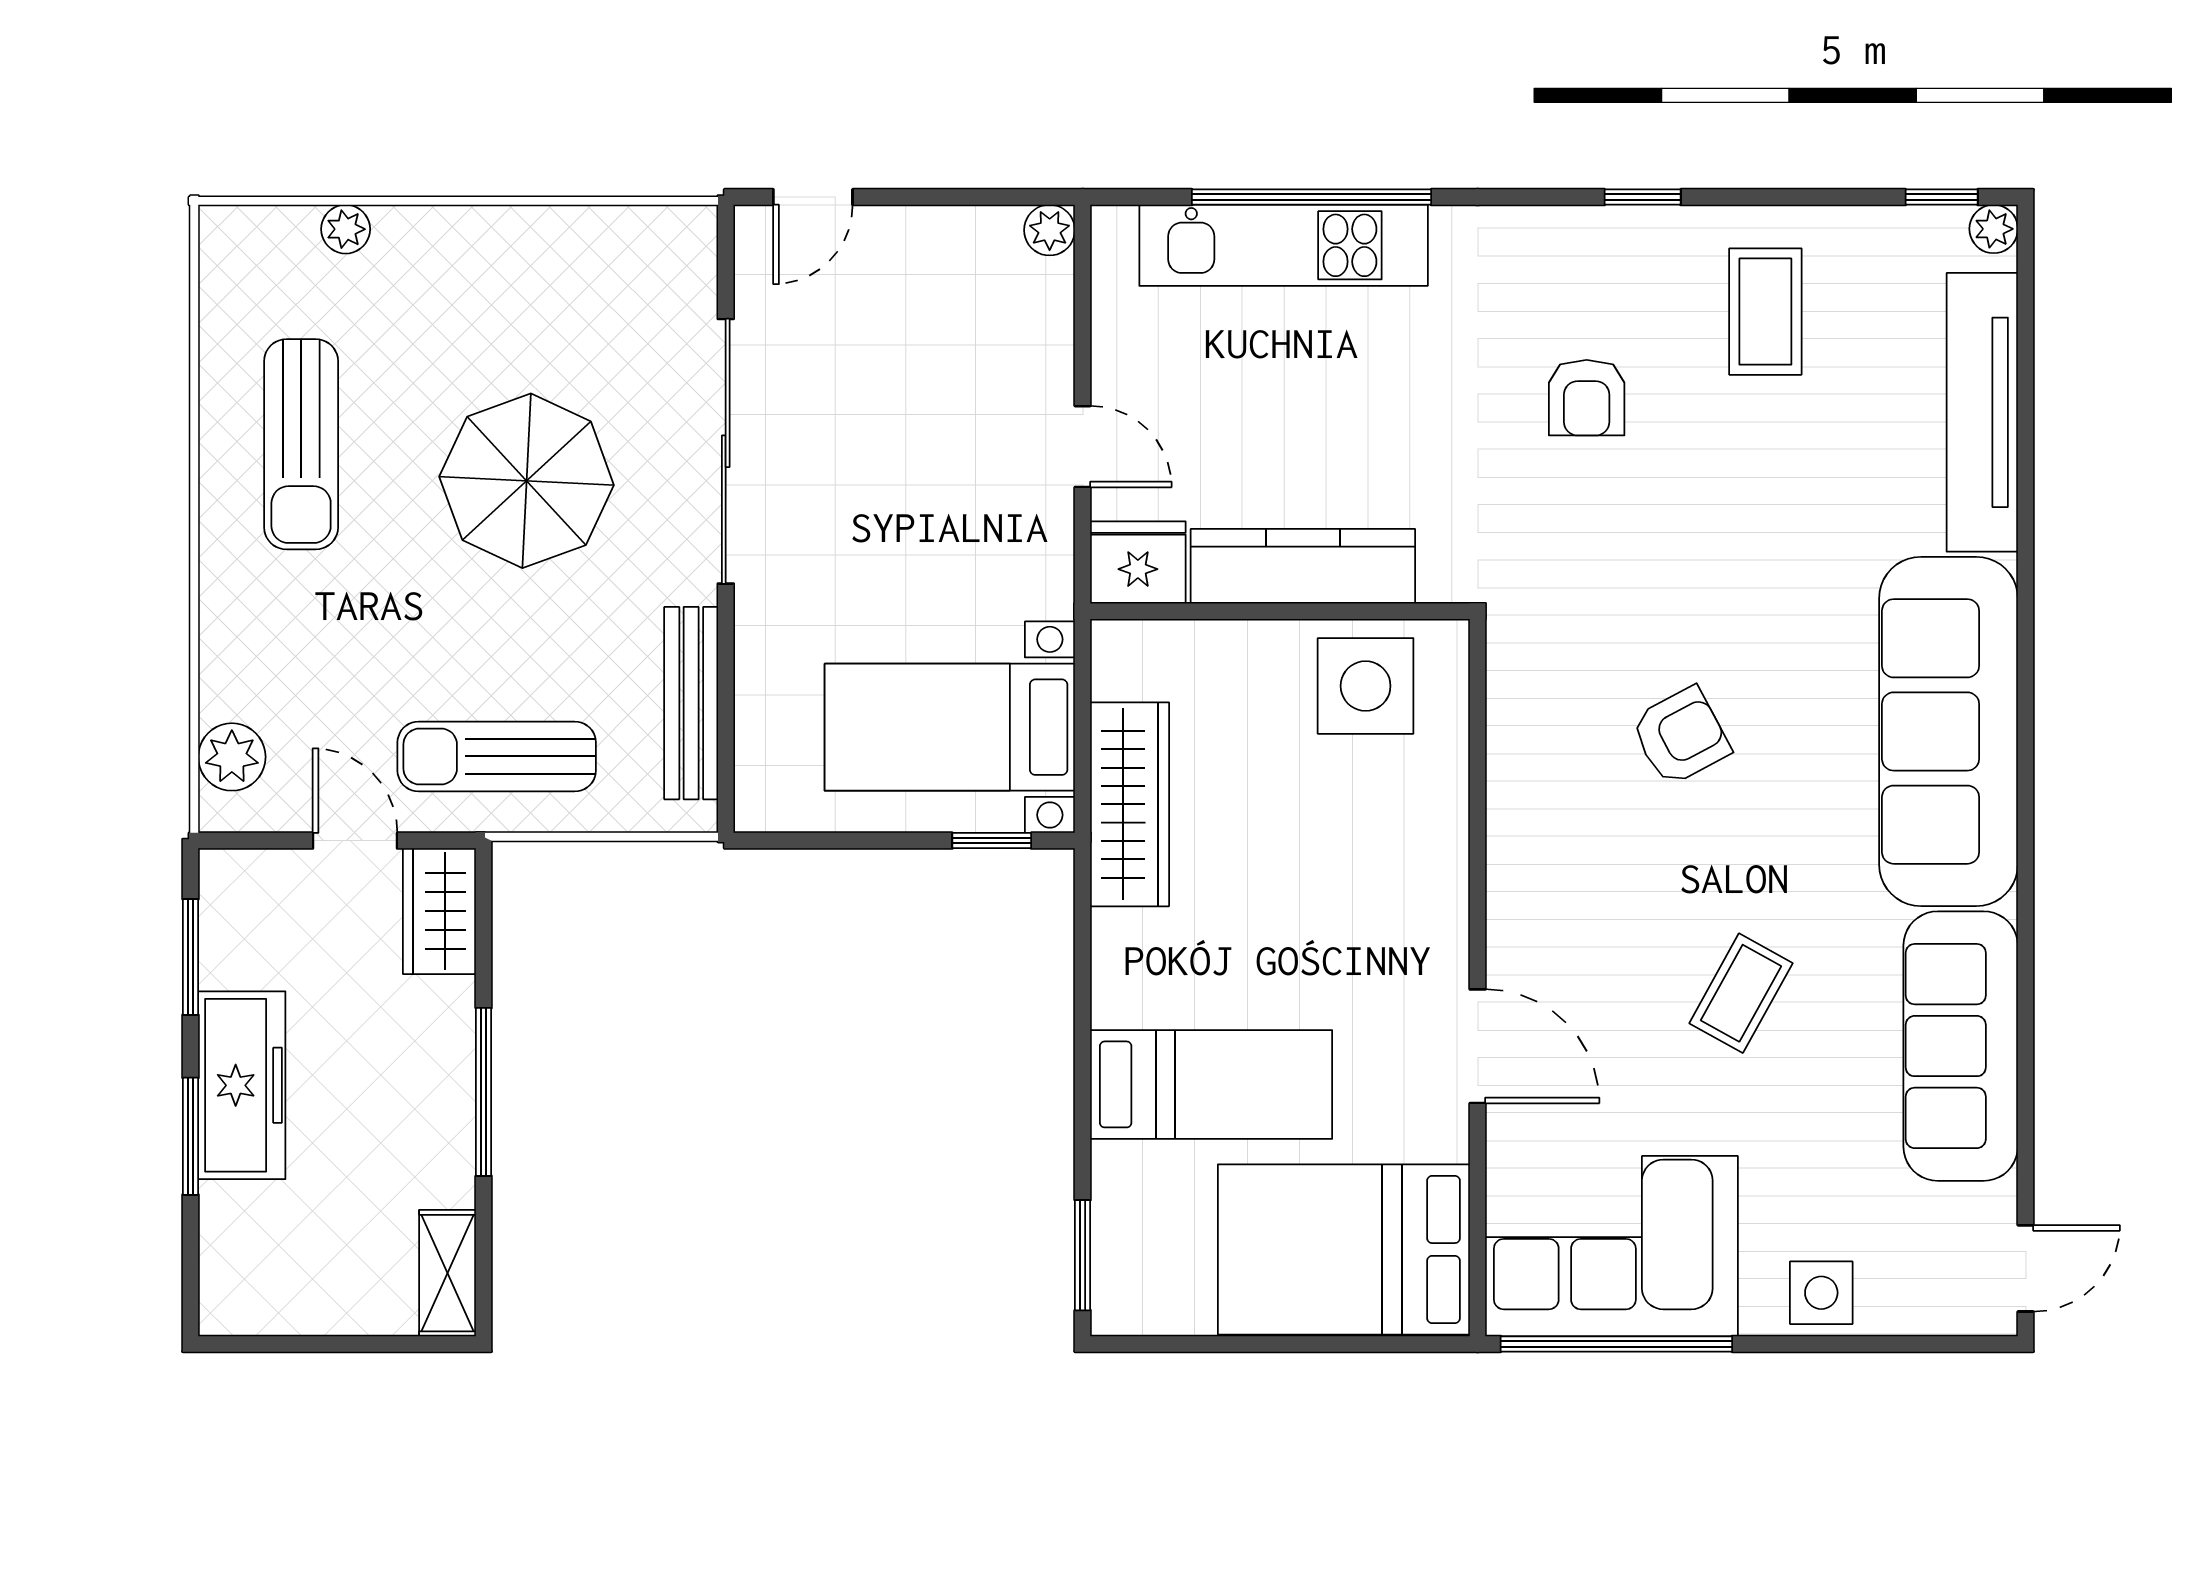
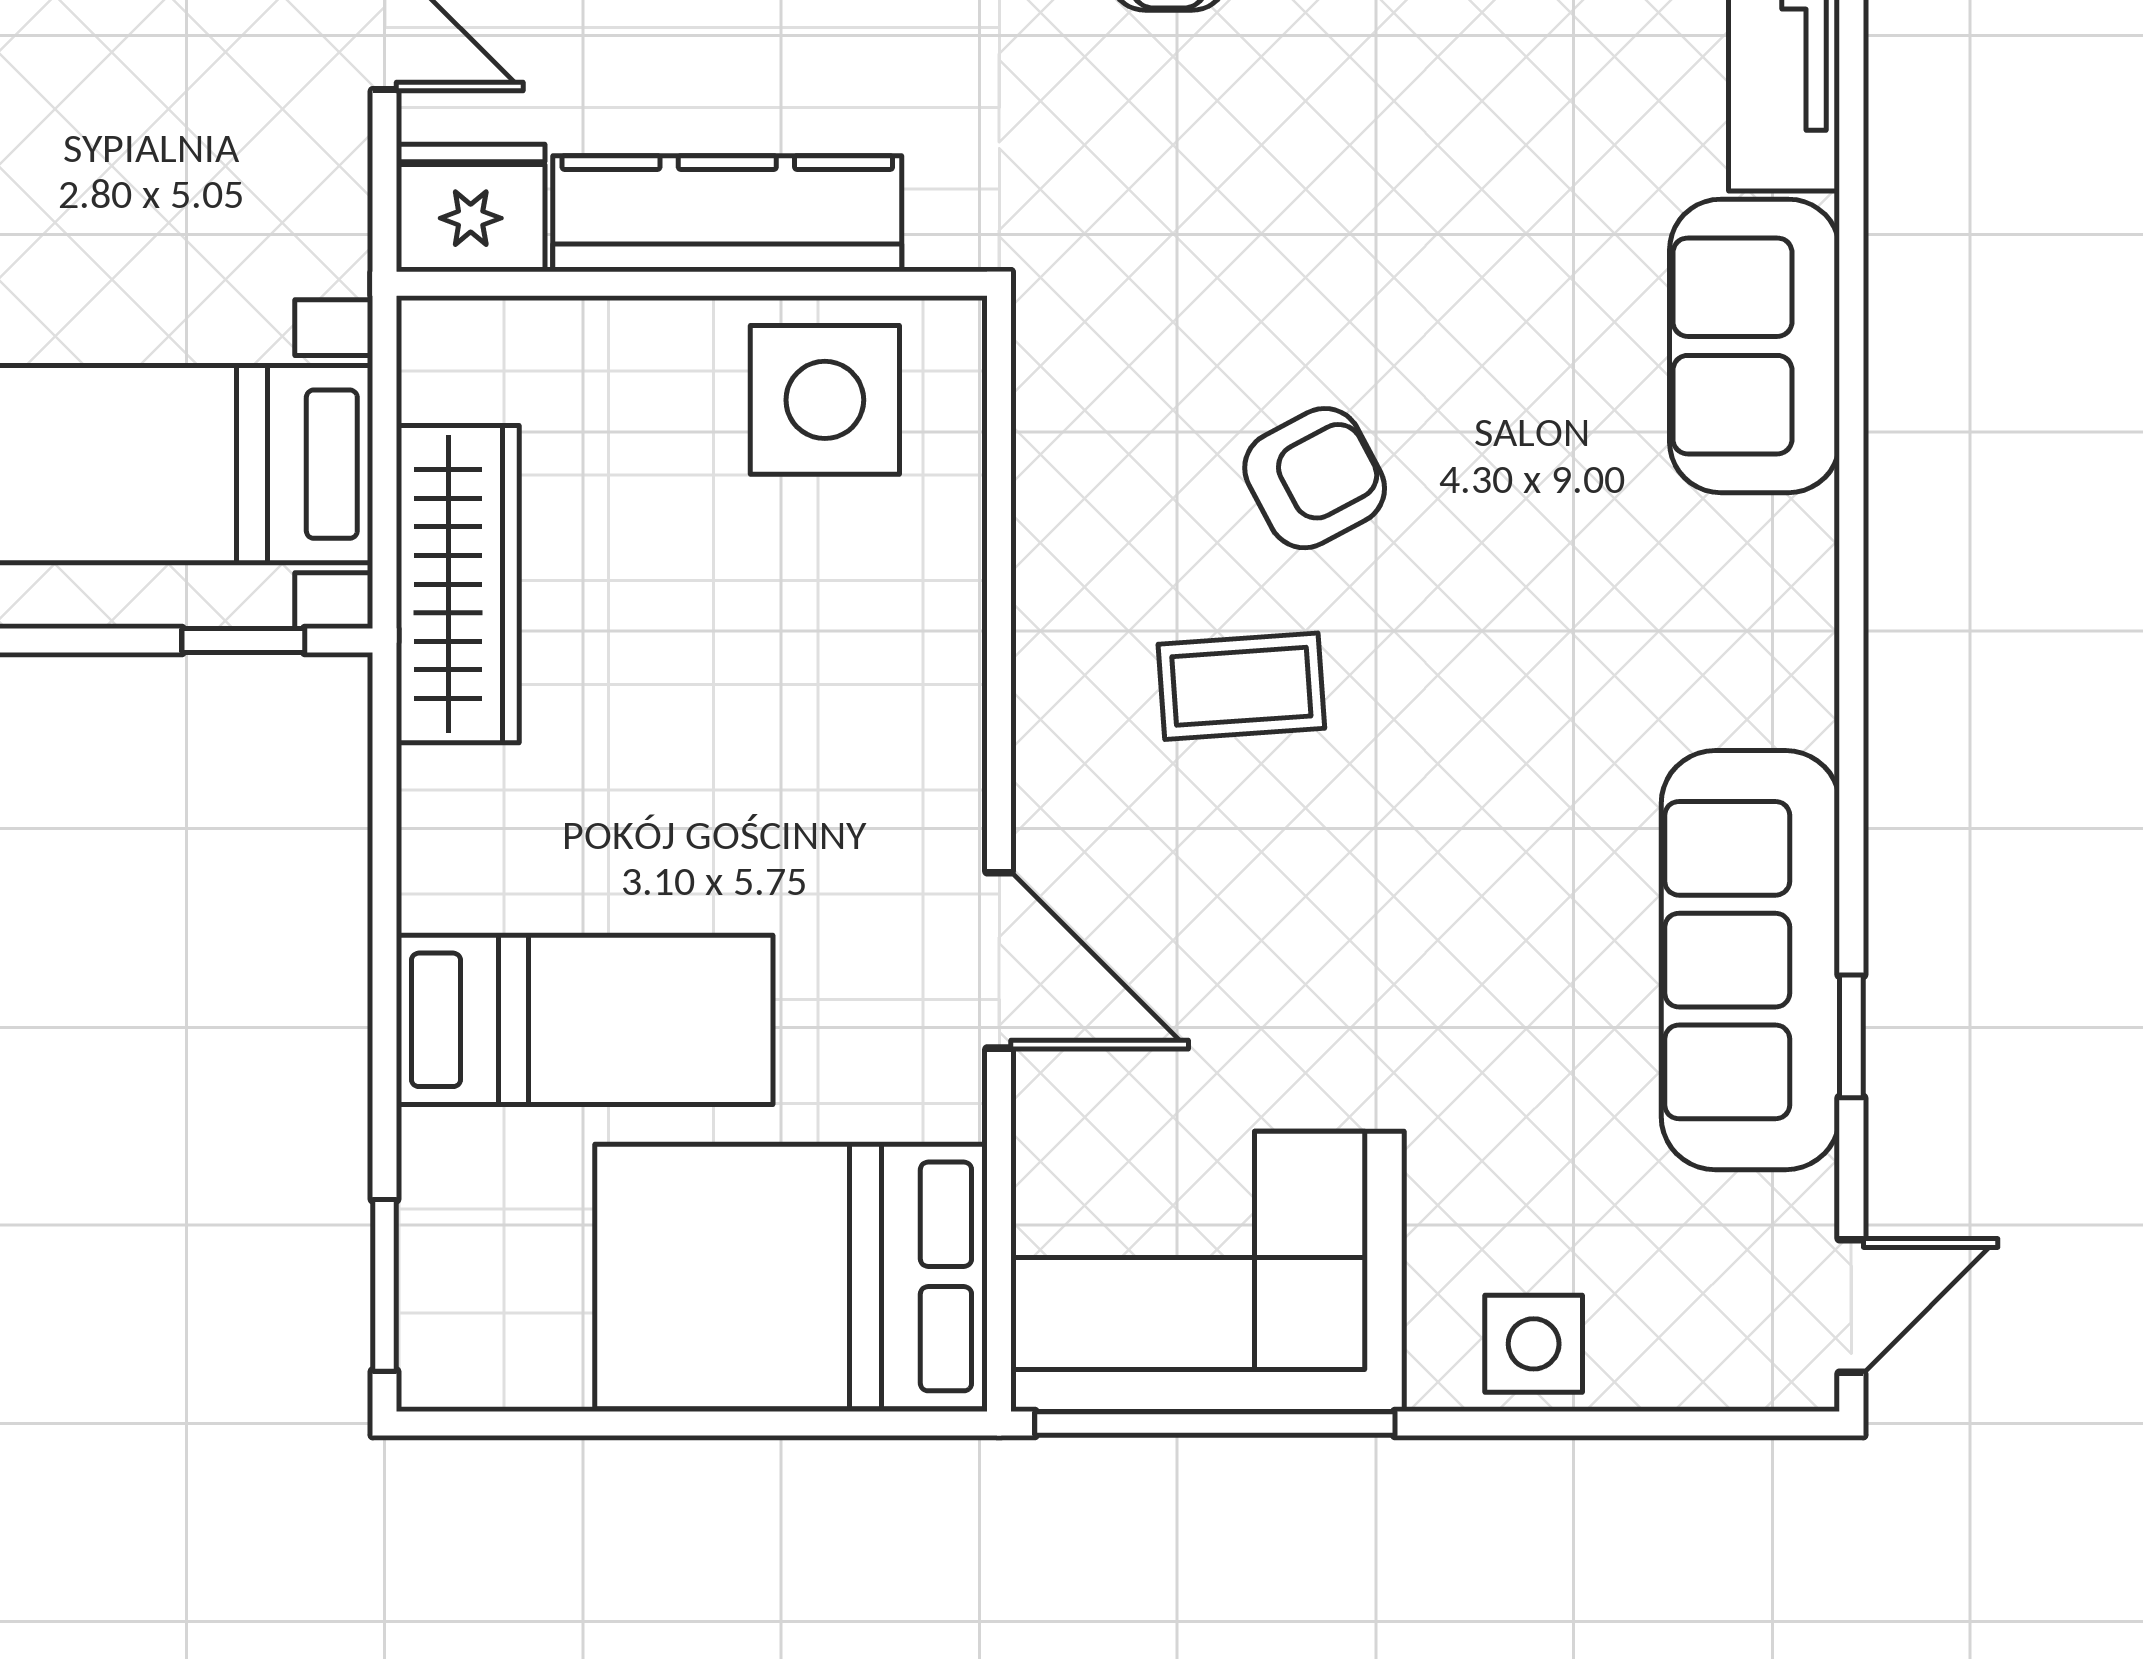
sofa: (1949, 731) -> (1755, 346), width x0.54, depth x0.79
coffee table: (1741, 993) -> (1241, 686), moved, turned 57
window: (2026, 1095) -> (1851, 1036), added

